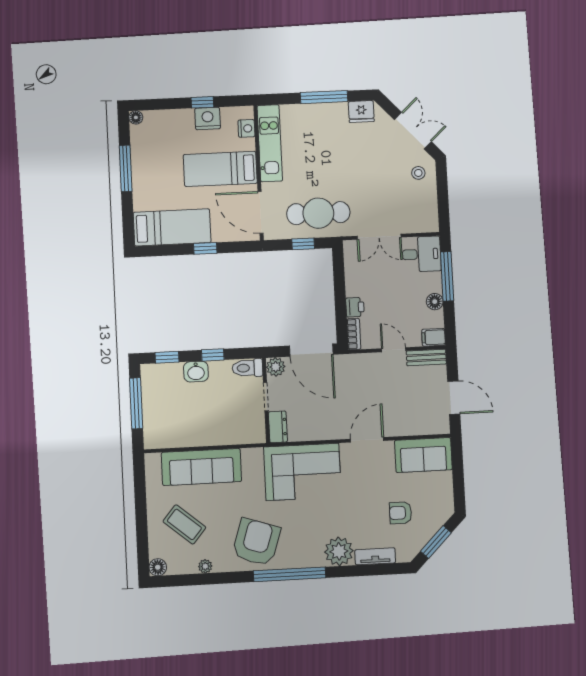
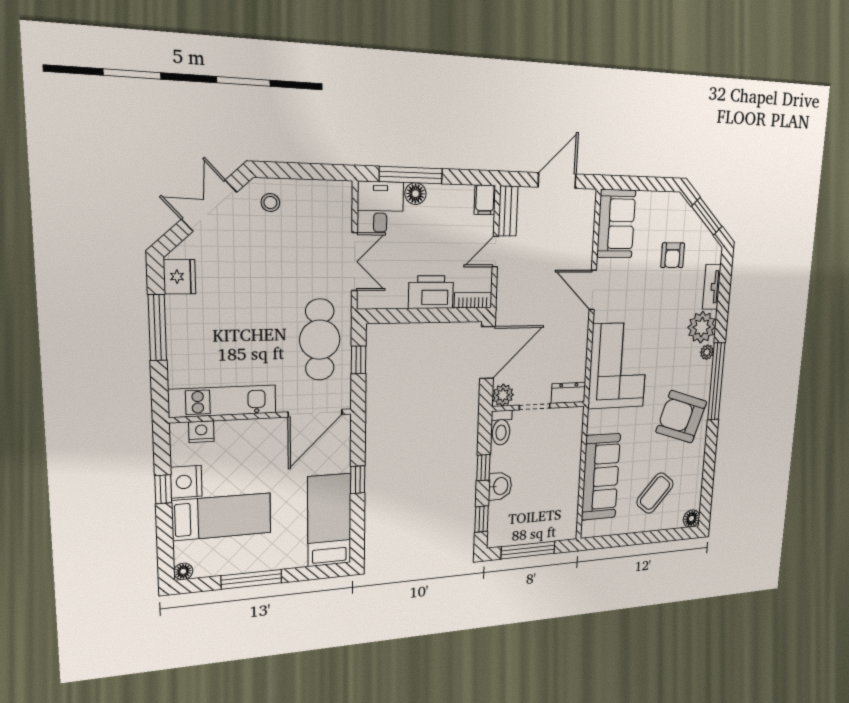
bed: (220, 169) -> (222, 517), moved, turned -90
floor lamp: (435, 302) -> (415, 194), moved
printer: (355, 307) -> (431, 292), width x1.87, depth x1.48
plant: (205, 566) -> (707, 352), moved

